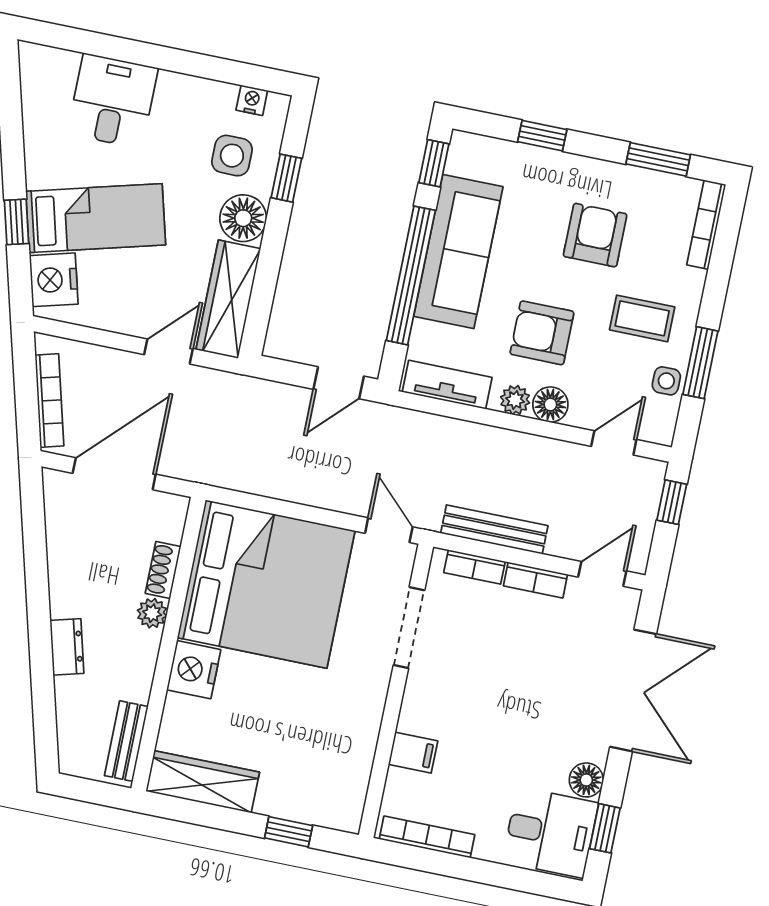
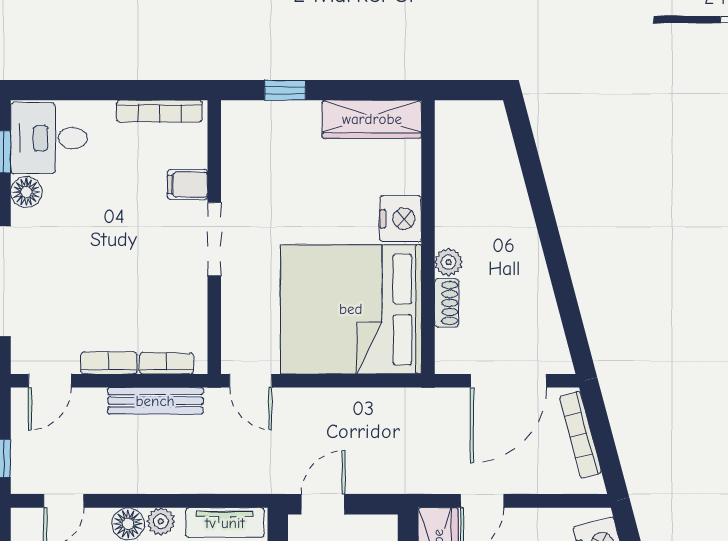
doorway: (409, 628) -> (214, 239), moved
dresser: (67, 647) -> (519, 216), removed
bench: (126, 741) -> (448, 142), removed

